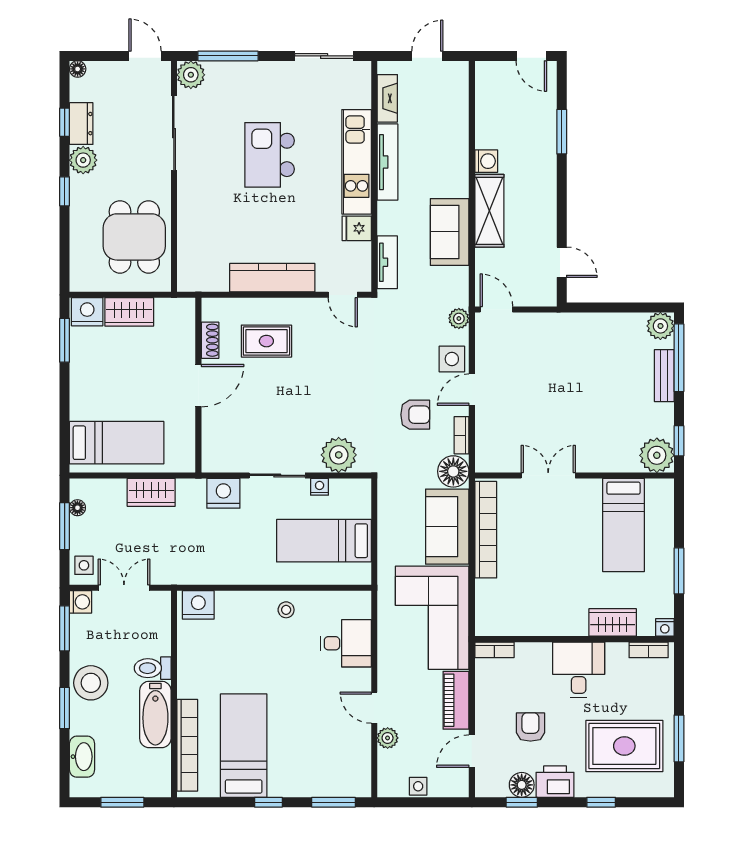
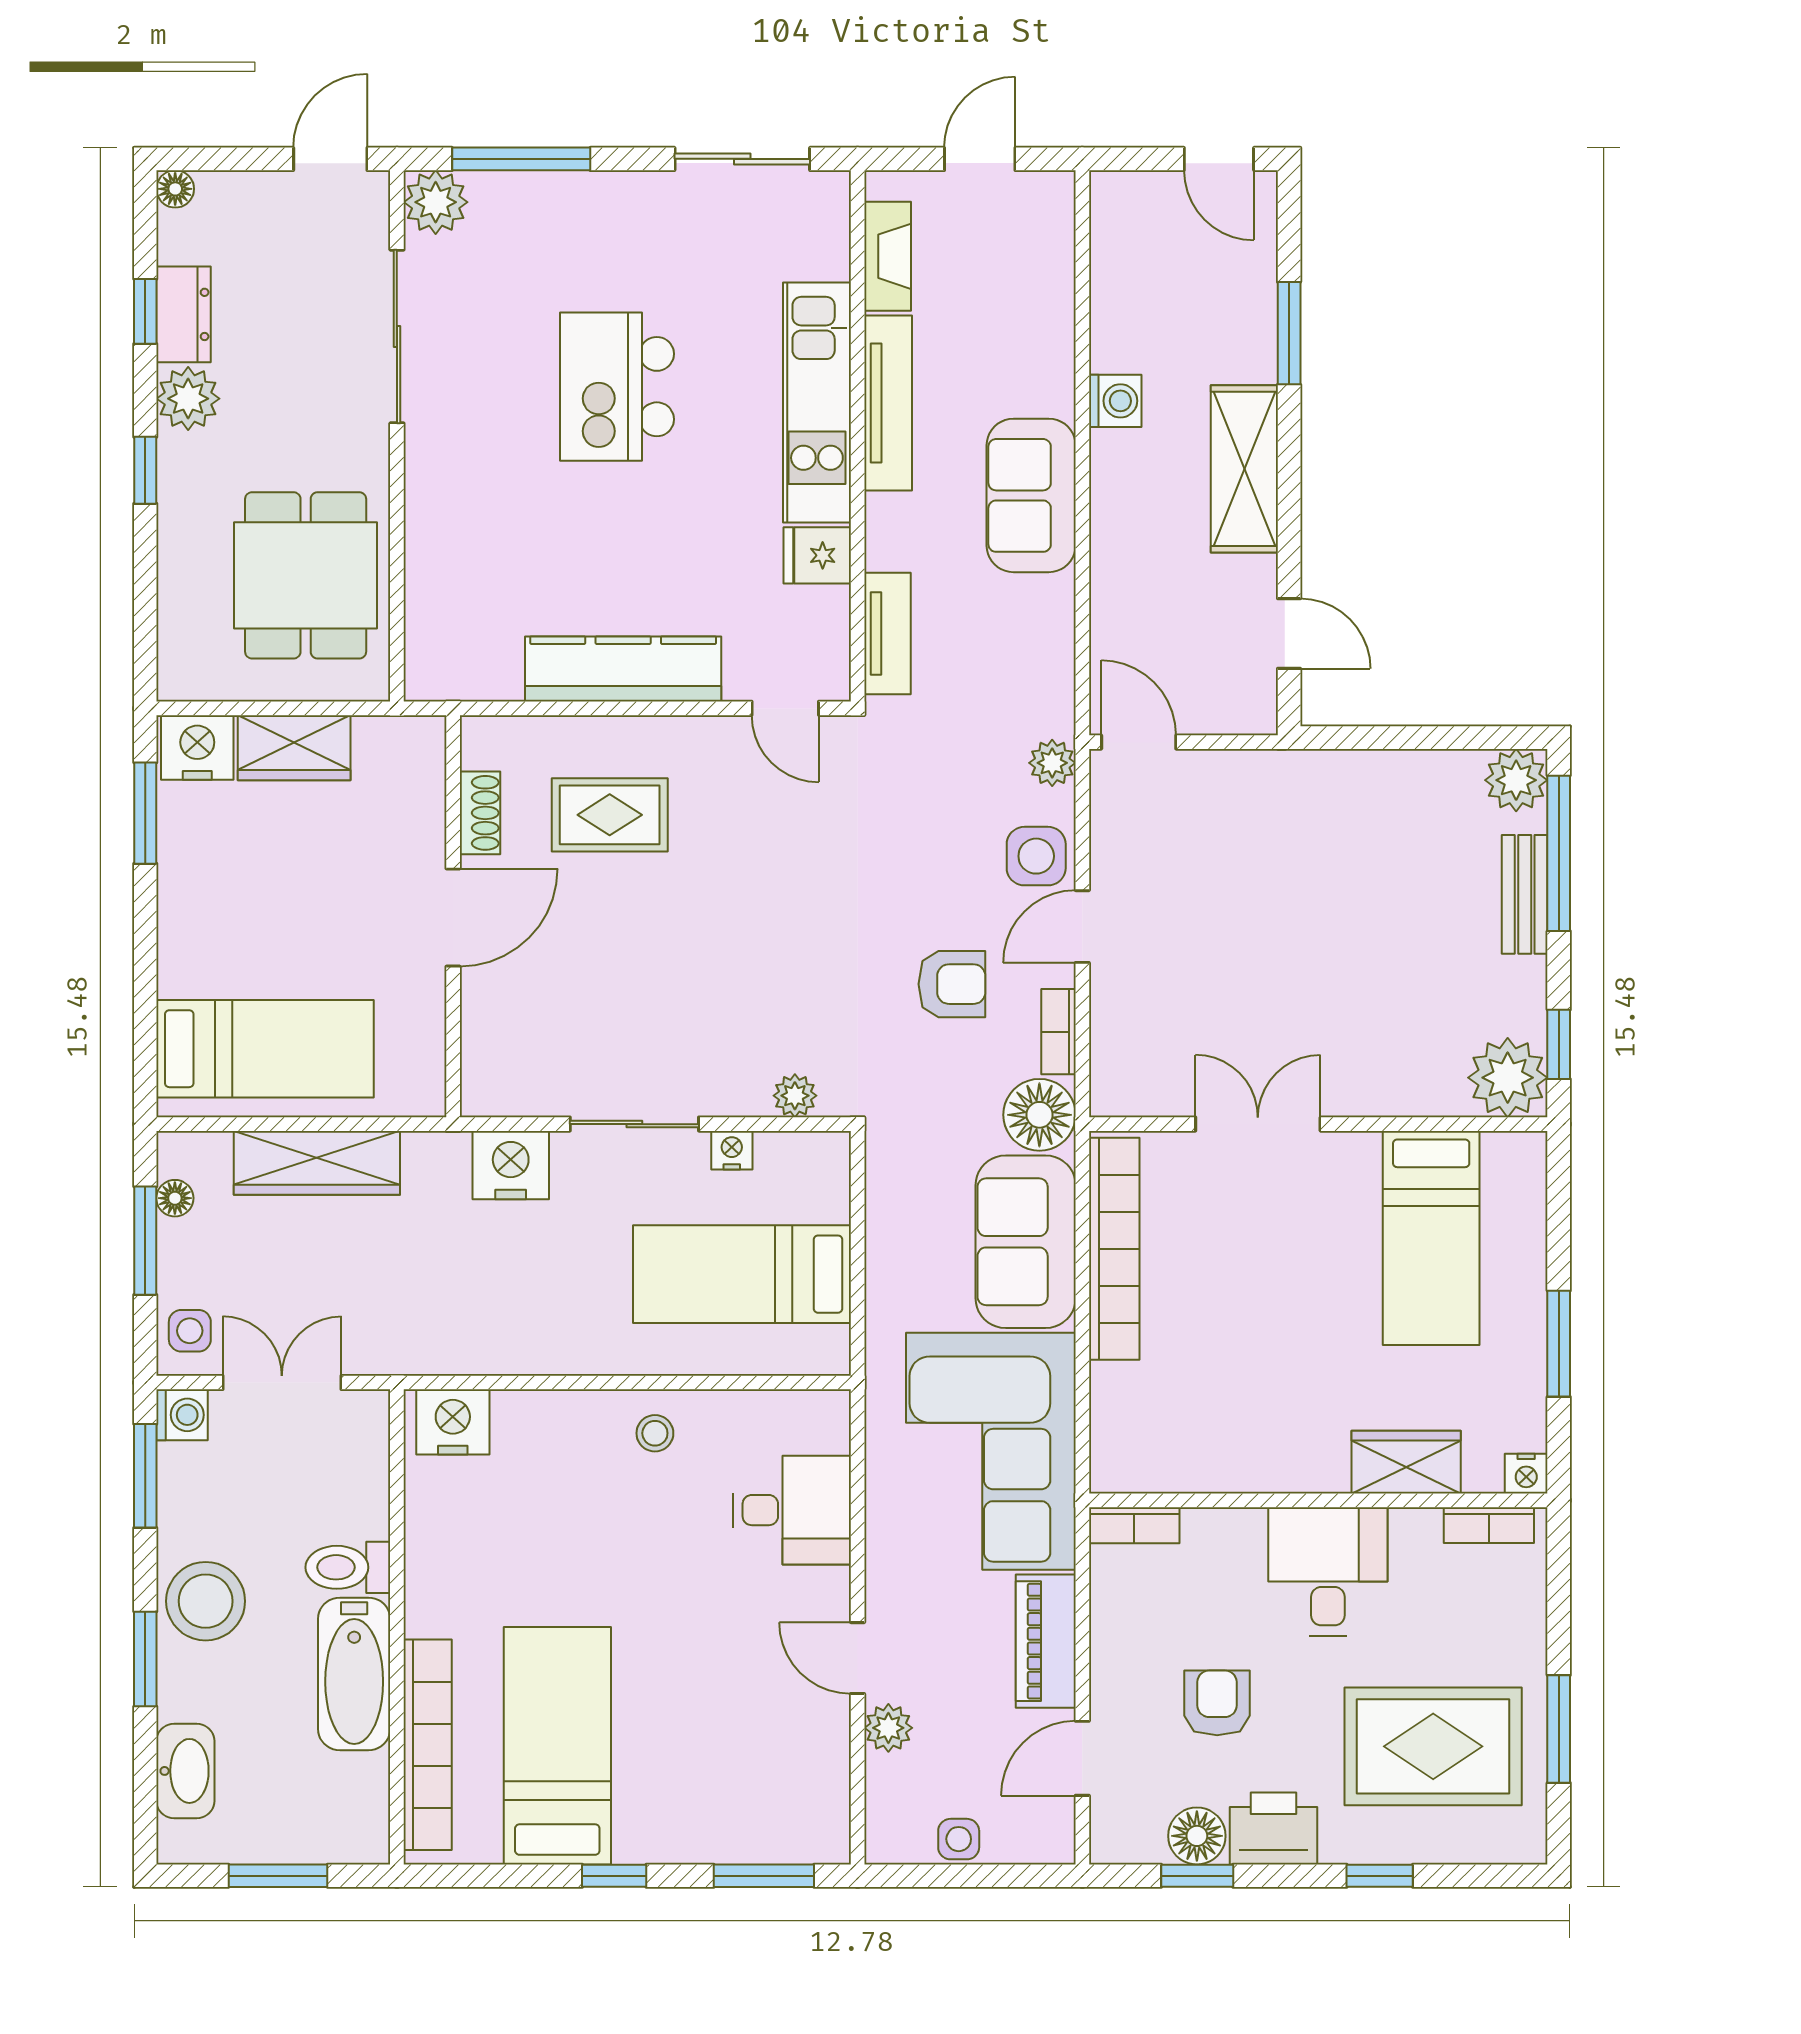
door: (145, 56) -> (330, 159), hinge flipped
shelving: (489, 211) -> (1244, 469), moved
sofa: (450, 232) -> (1031, 495), moved
plant: (339, 455) -> (795, 1096), width x0.53, depth x0.53
wardrobe: (151, 492) -> (317, 1163), width x1.50

